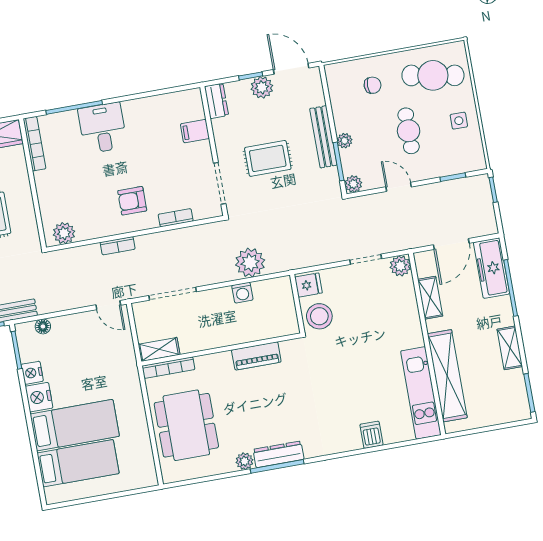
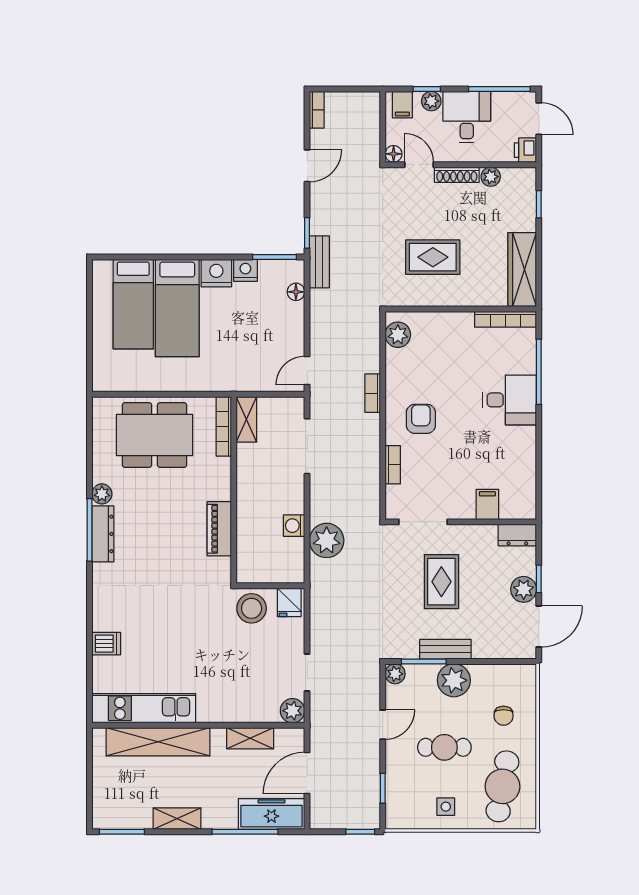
bench: (323, 137) -> (445, 649), width x0.73
plant: (345, 141) -> (454, 680), width x1.88, depth x1.88
door: (451, 244) -> (307, 773), hinge flipped

